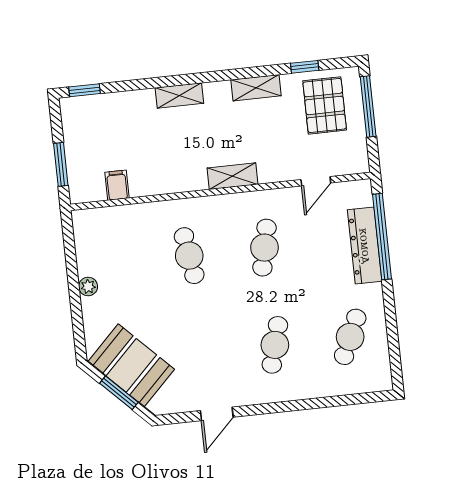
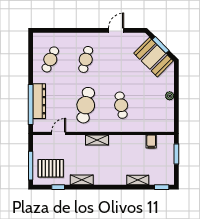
shelving: (179, 96) -> (138, 180), moved
pallet: (325, 105) -> (51, 168), turned 90
cafe table: (264, 248) -> (86, 105), width x1.37, depth x1.35

